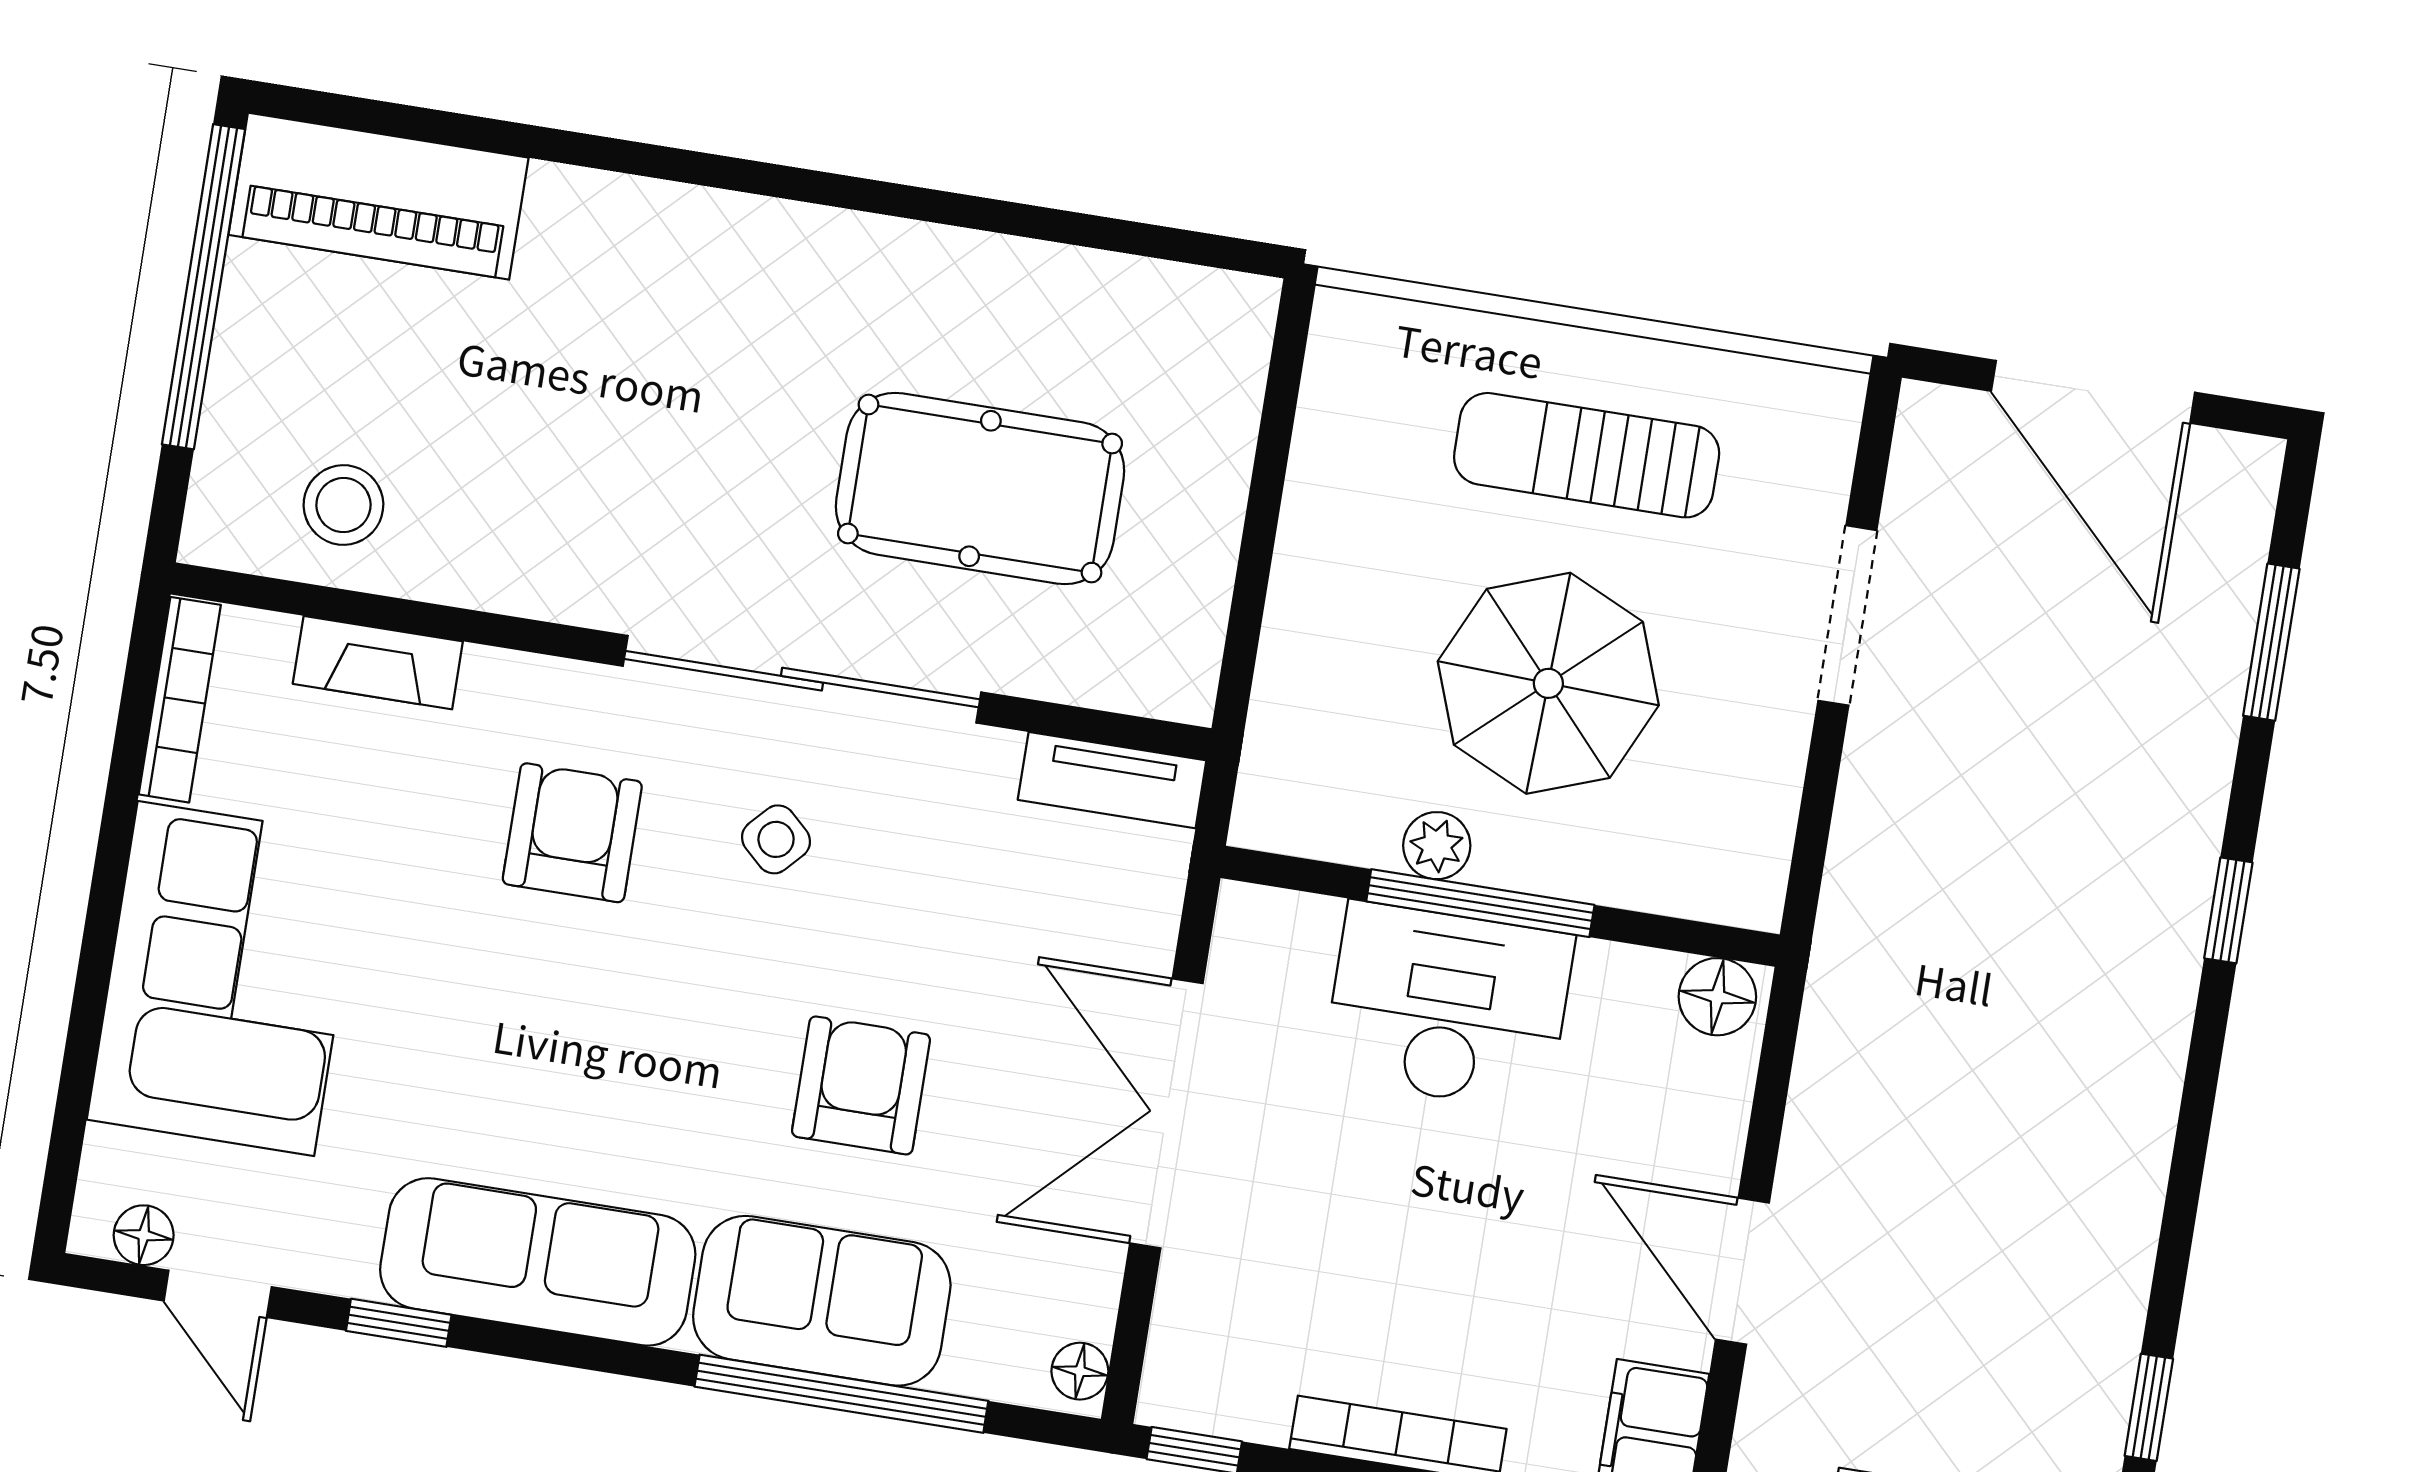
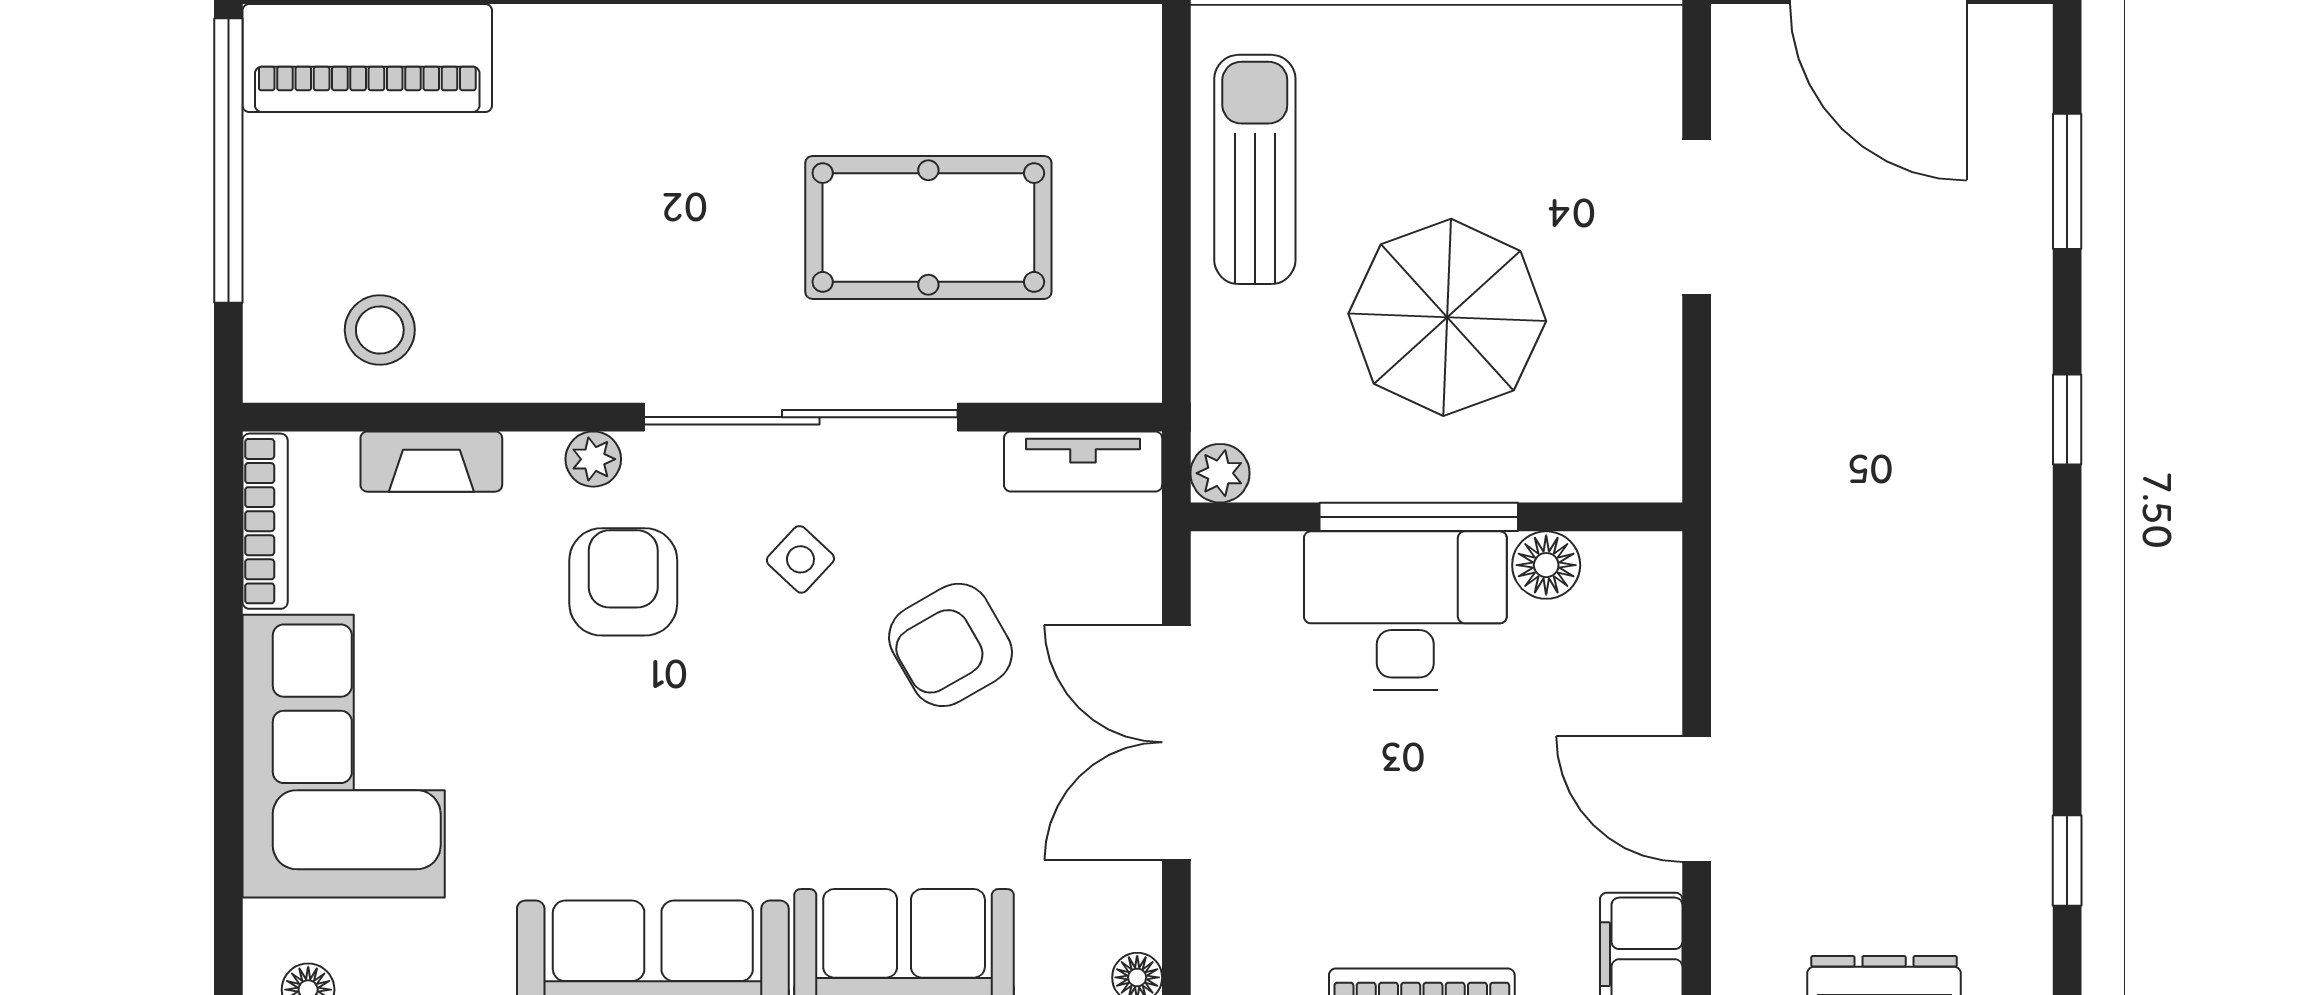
sun lounger: (1587, 455) -> (1255, 169), moved, turned 90
plant: (561, 689) -> (593, 459), added
plant: (1437, 846) -> (1220, 473), moved
floor lamp: (1717, 997) -> (1546, 565), moved
armchair: (861, 1085) -> (950, 645), moved, turned -120

